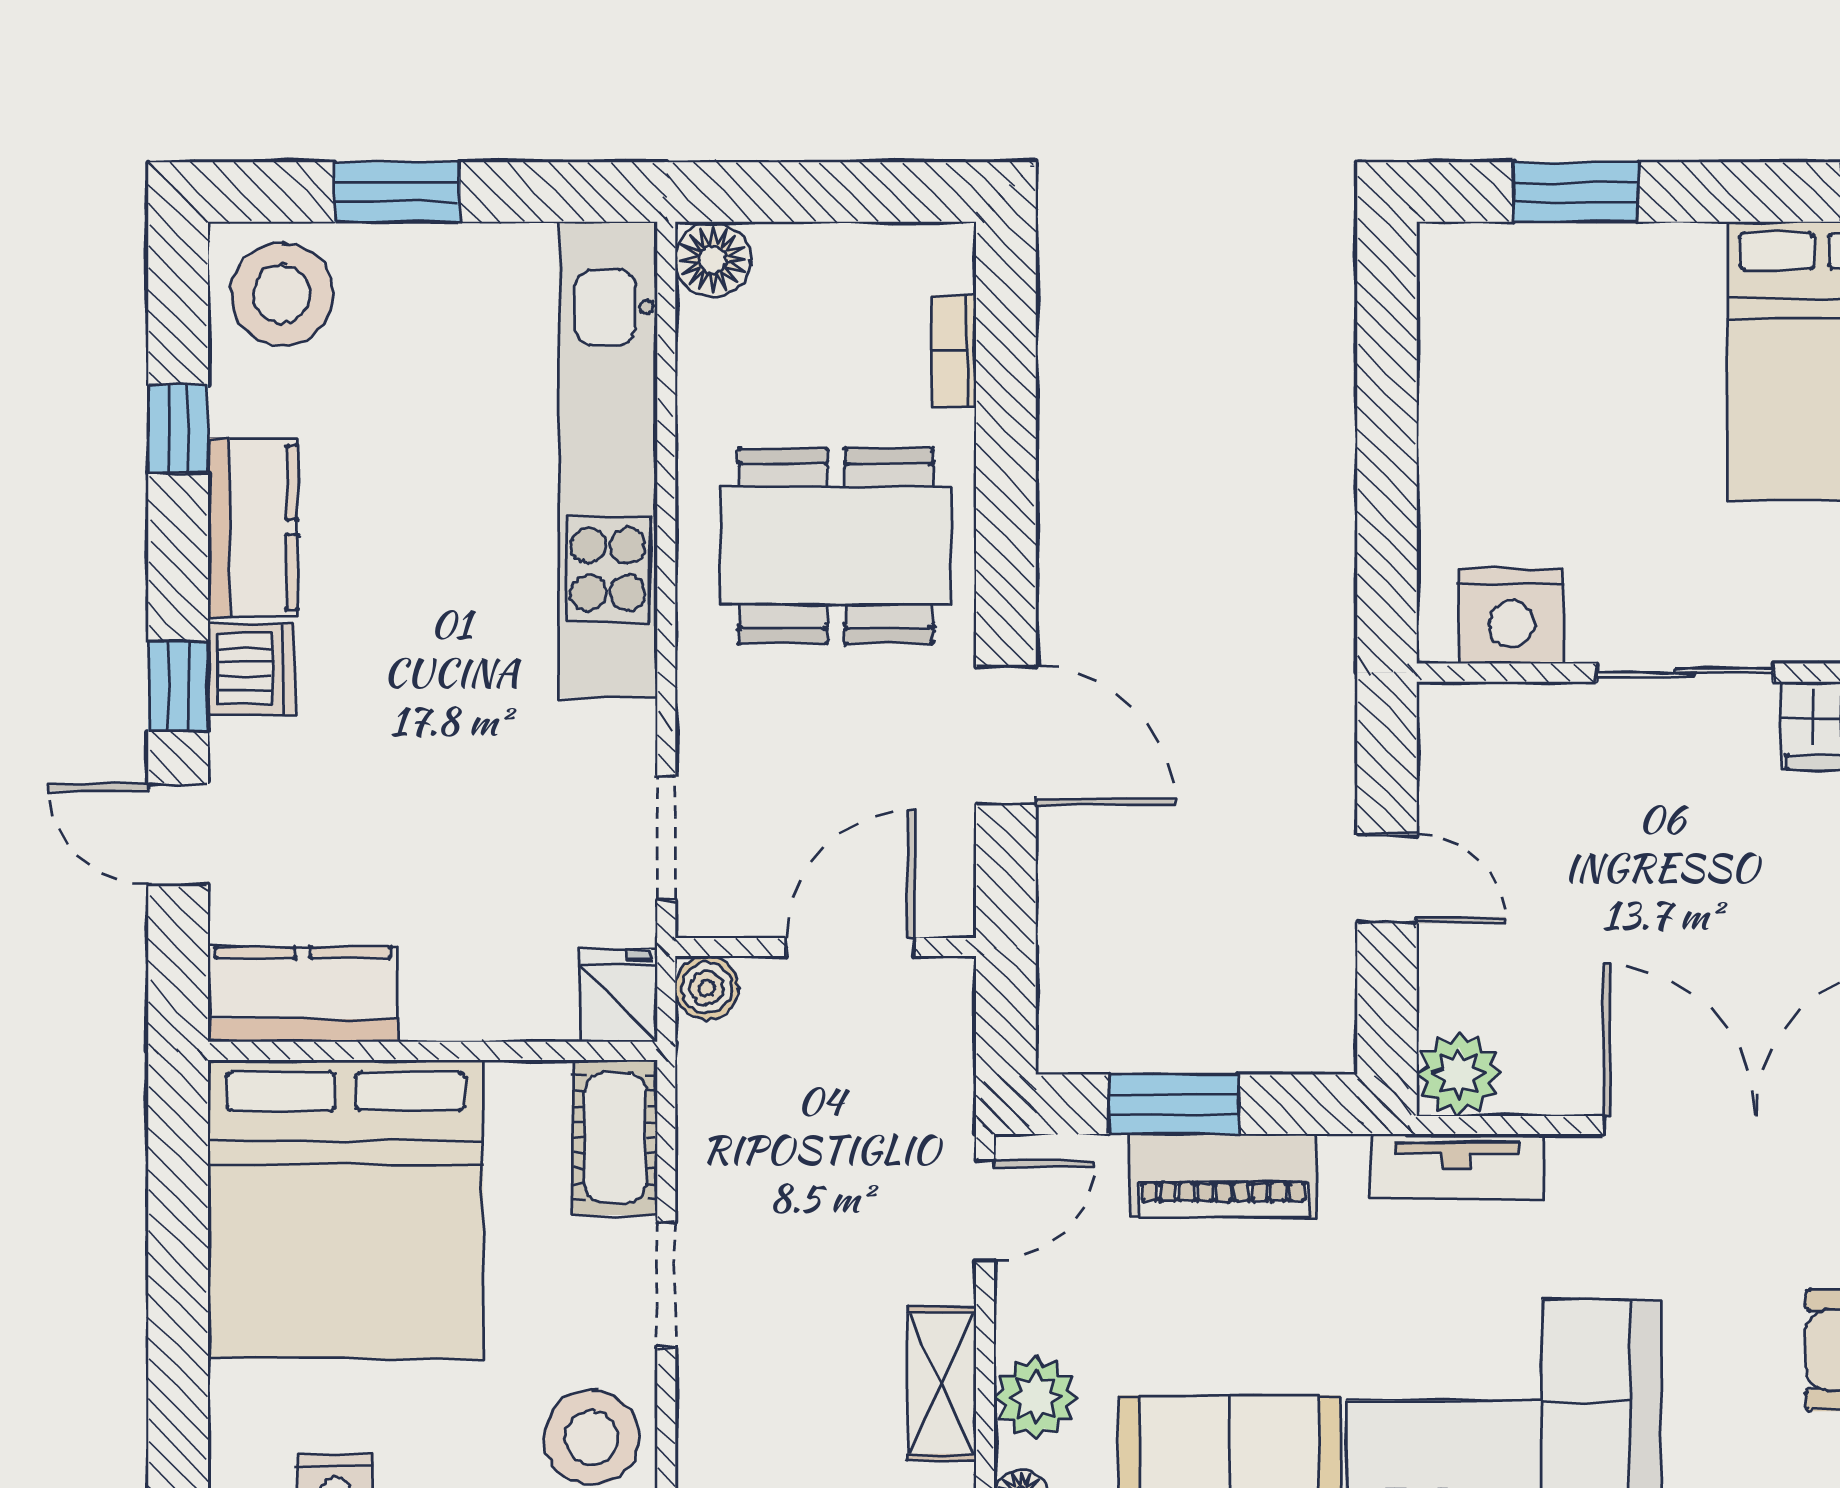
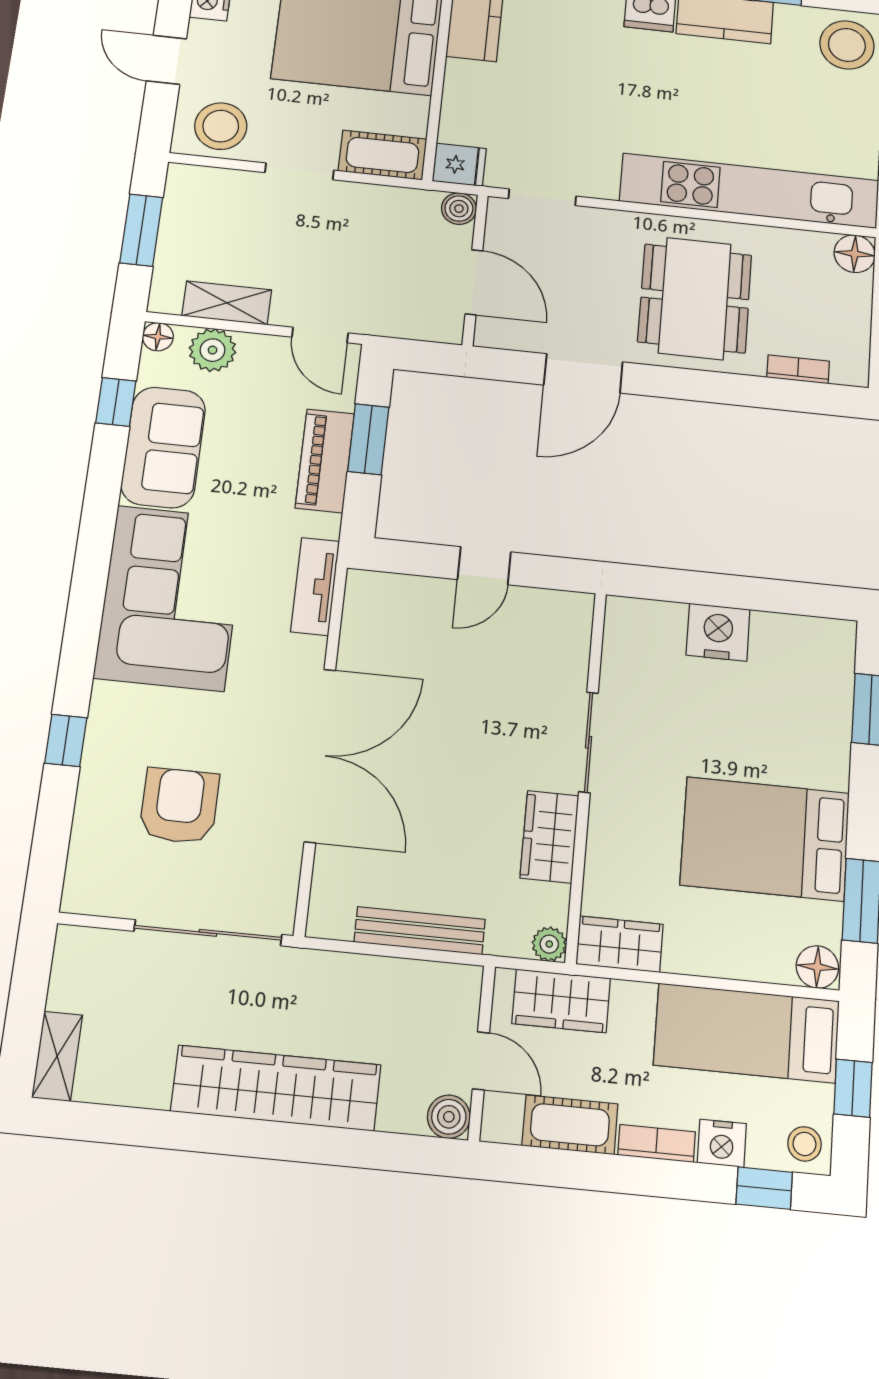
nightstand: (1511, 616) -> (718, 632), moved, turned 90
plant: (1459, 1074) -> (368, 593), removed

